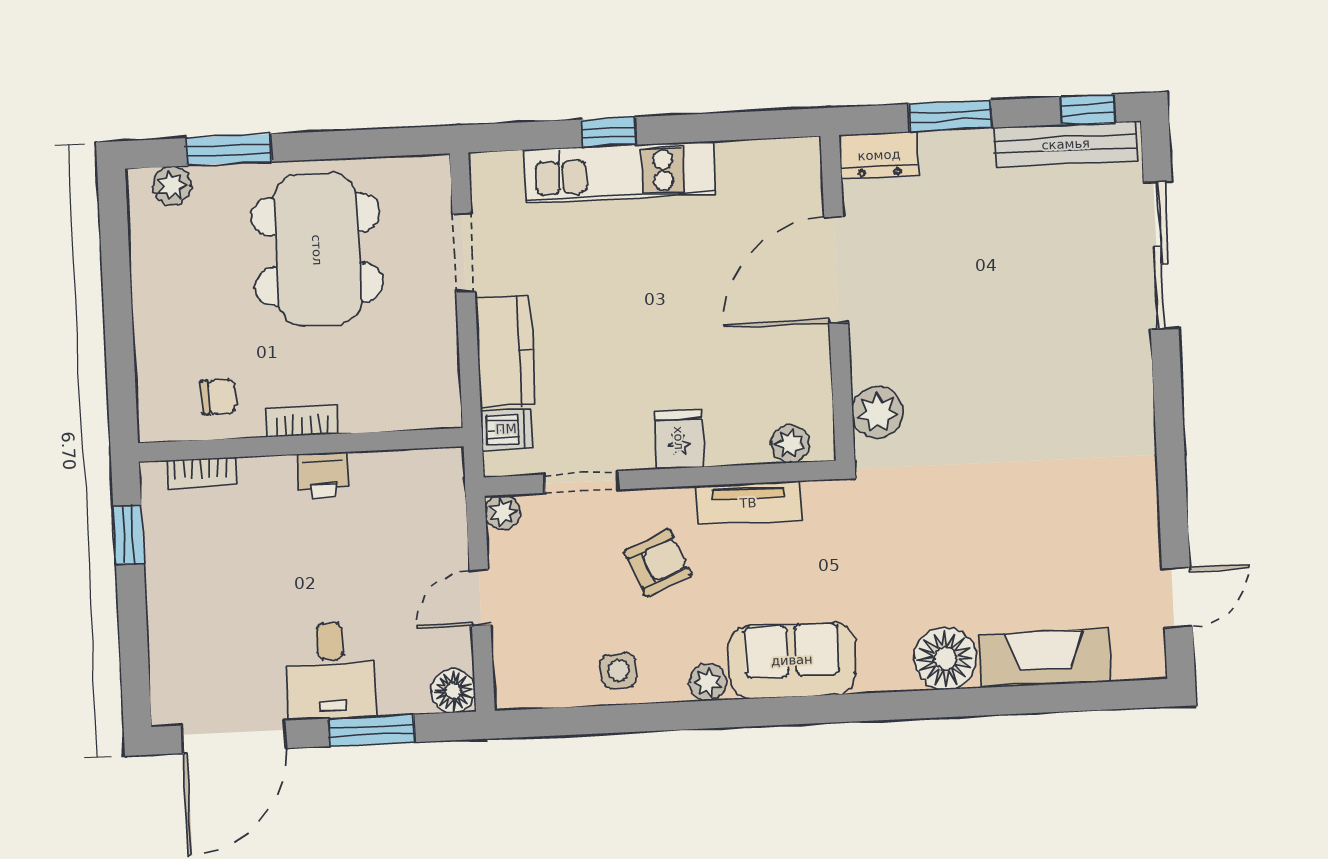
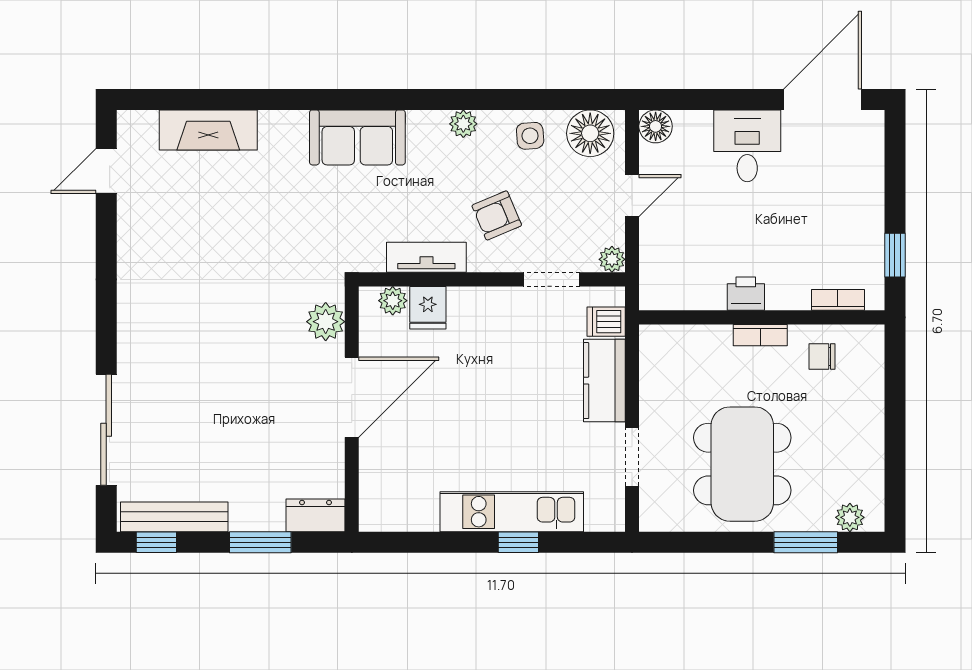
door: (836, 270) -> (352, 397), moved
fridge: (679, 440) -> (428, 308), moved
floor lamp: (945, 658) -> (590, 133), moved
sofa: (792, 660) -> (357, 137), moved
window: (372, 730) -> (718, 99), removed

